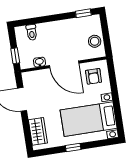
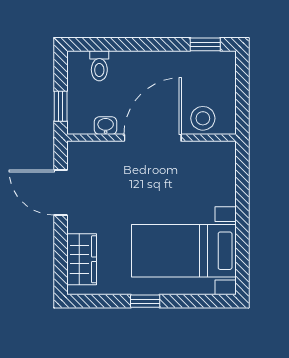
stool: (95, 41) -> (203, 118), moved
door: (64, 64) -> (153, 138), swing flipped
armchair: (94, 76) -> (206, 169), removed

